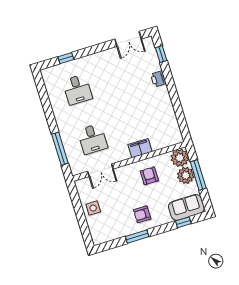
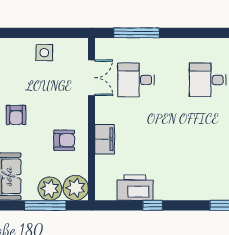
printer: (158, 79) -> (135, 188), moved, width x1.87, depth x1.48
window: (176, 101) -> (153, 205), added
double door: (100, 170) -> (91, 78), swing flipped
armchair: (142, 214) -> (16, 115), turned 180

